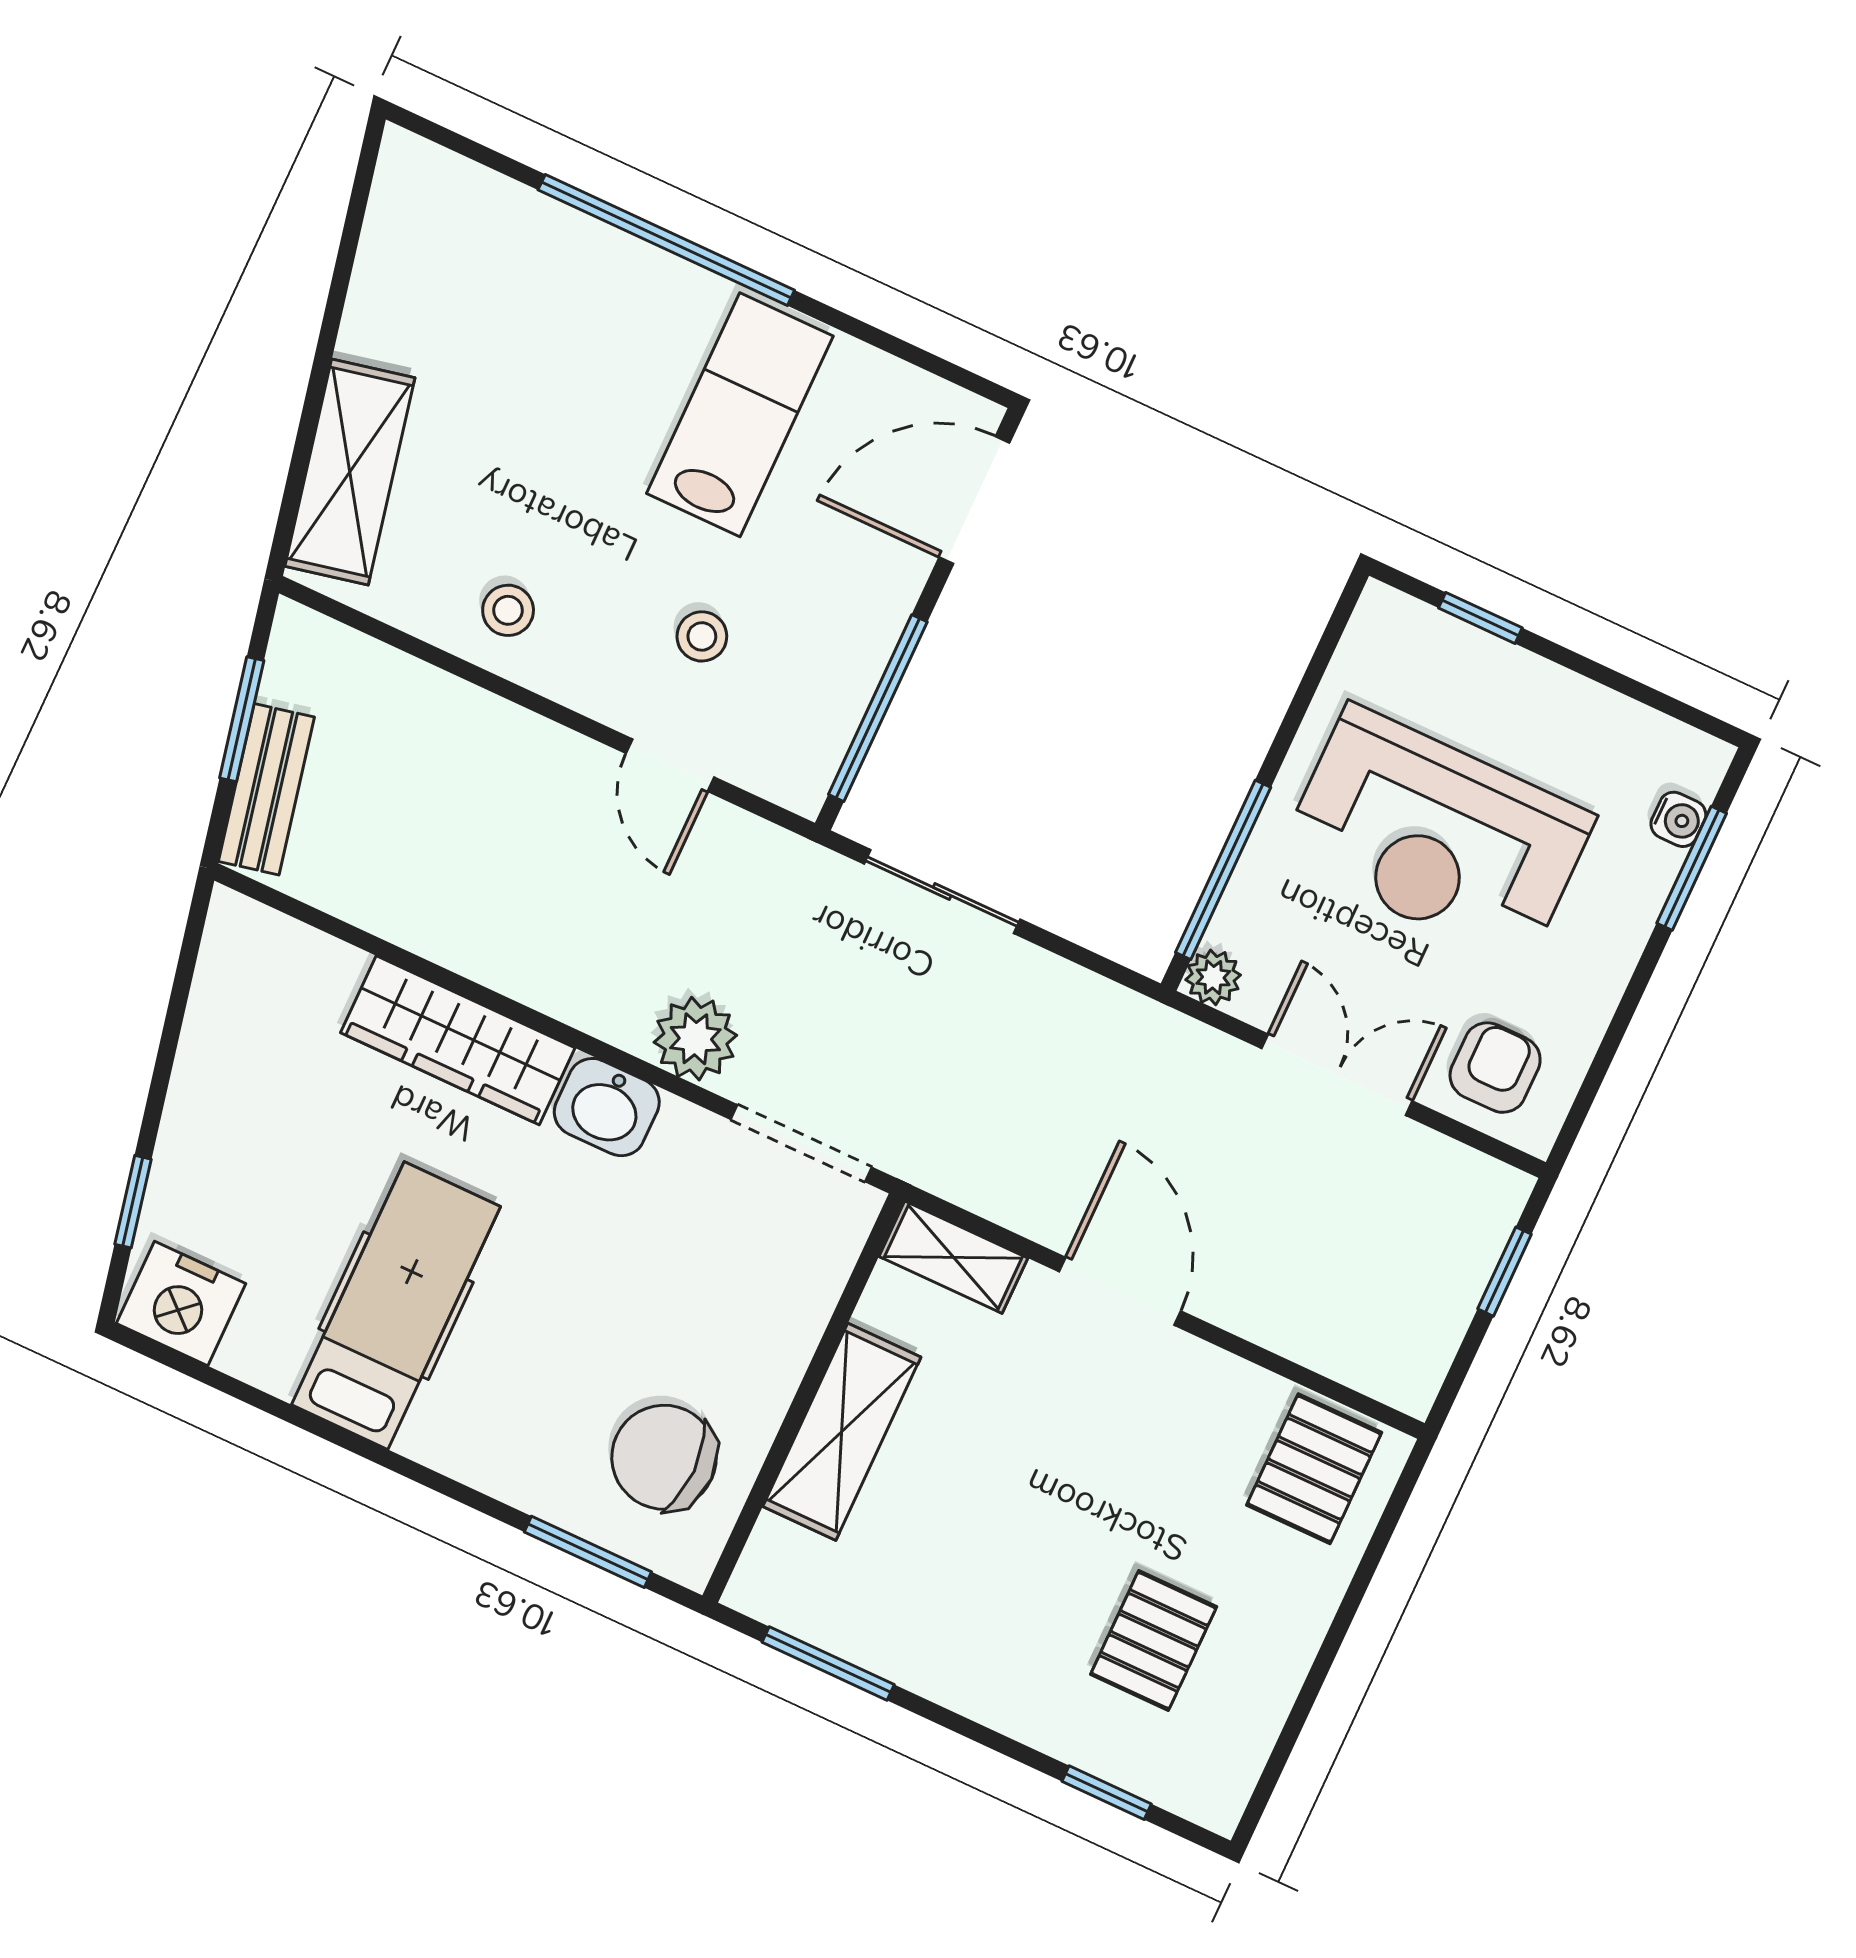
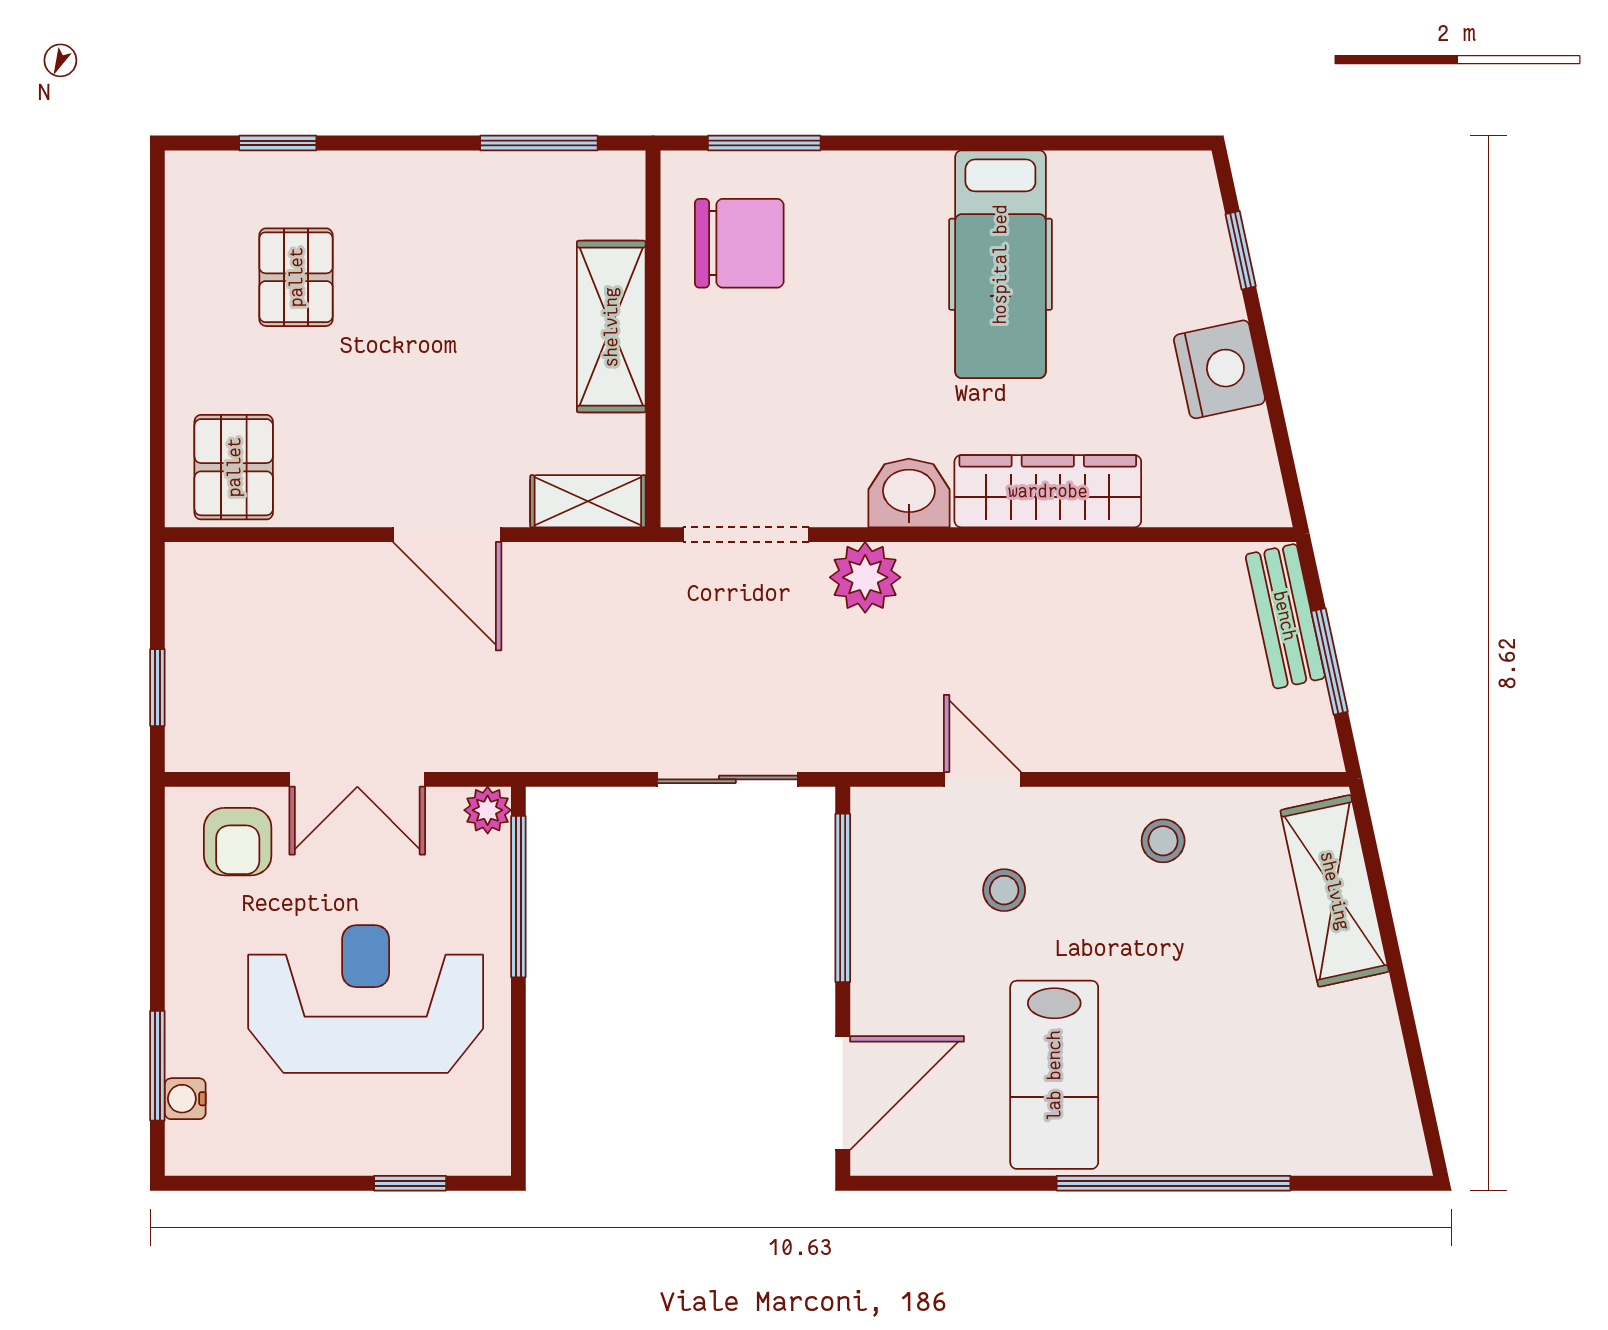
nightstand: (181, 1303) -> (1219, 369), moved, turned 78

